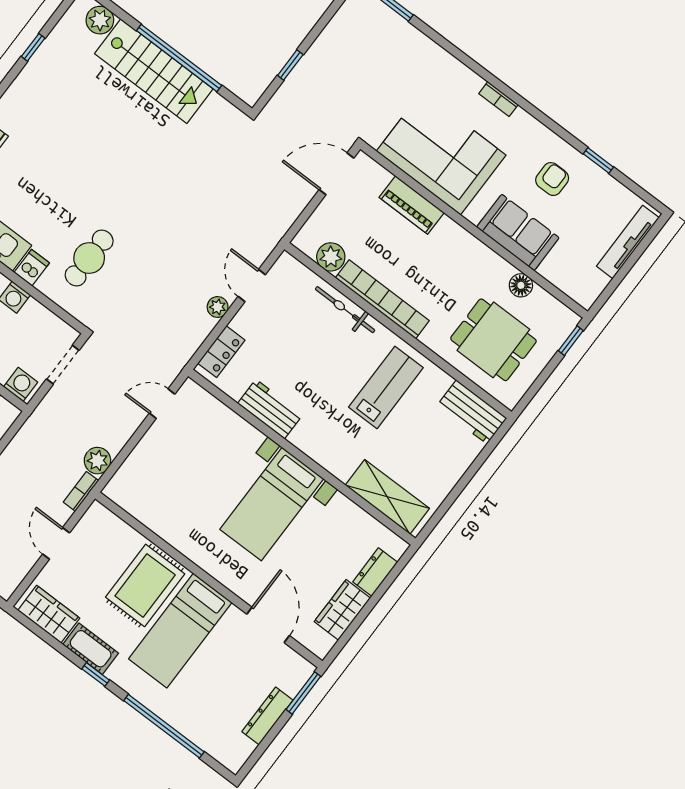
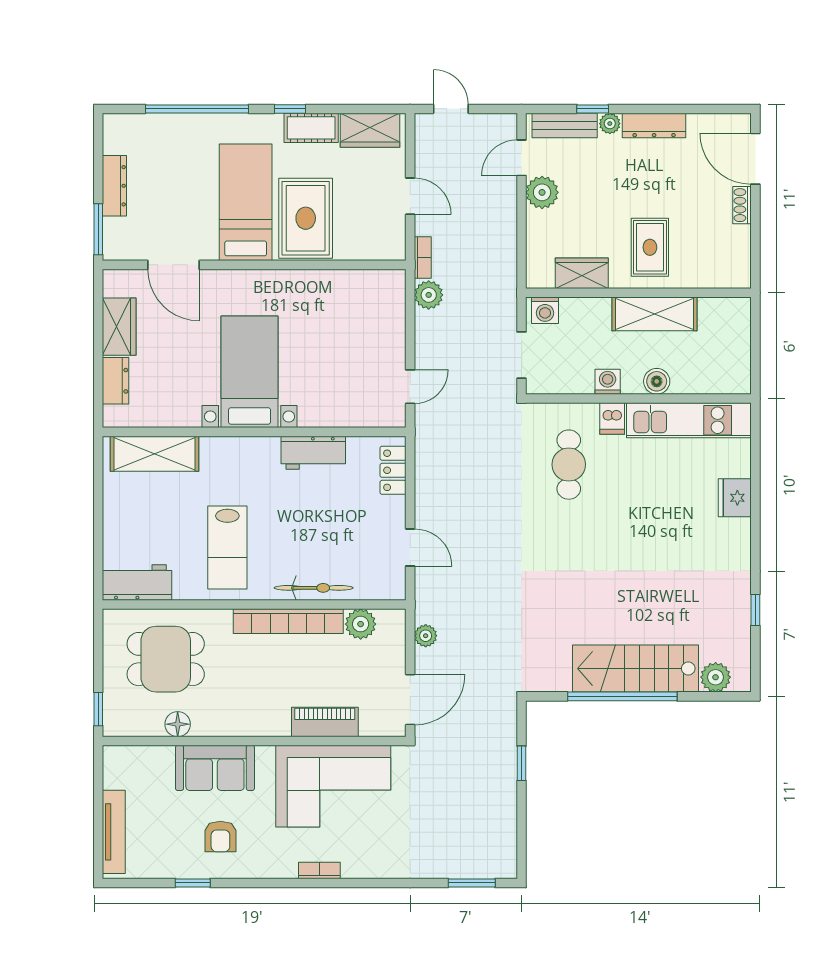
plant: (218, 307) -> (426, 636), moved

